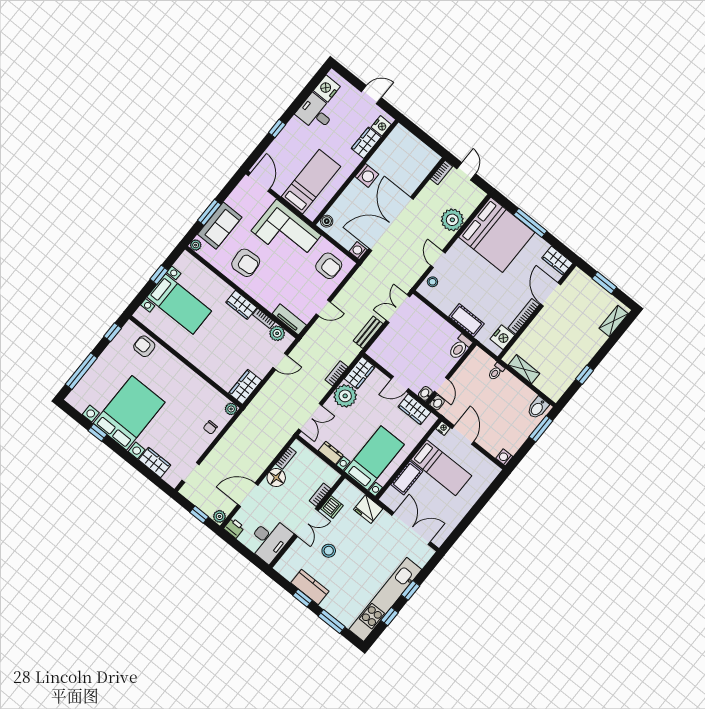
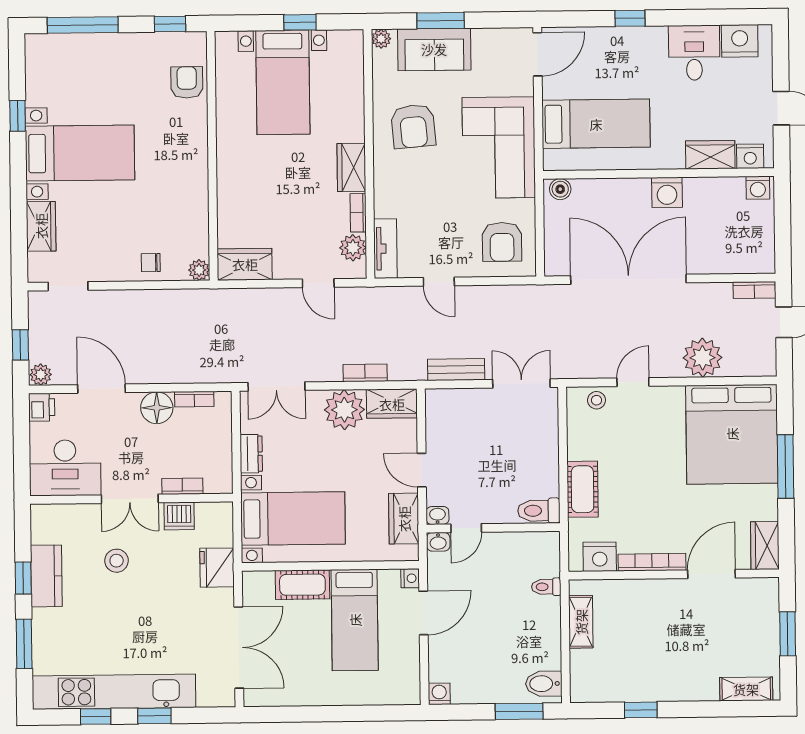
washing machine: (358, 251) -> (758, 188), moved, turned 180
bed with nightstands: (129, 413) -> (80, 153), width x0.73

